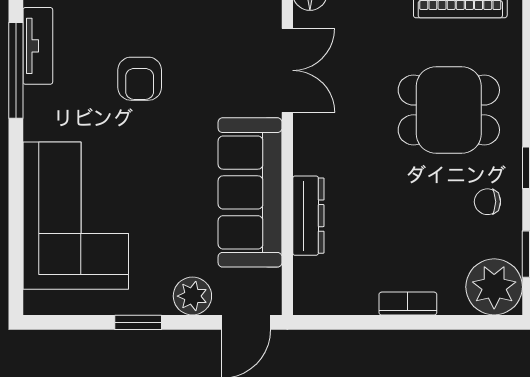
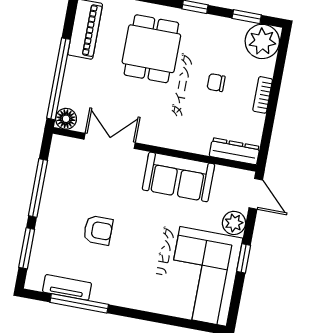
sofa: (250, 192) -> (178, 177), width x0.73
chair: (487, 202) -> (216, 83), moved, turned 90
corner sofa: (76, 216) -> (203, 276), moved, turned -90
dresser: (308, 216) -> (234, 151), moved

